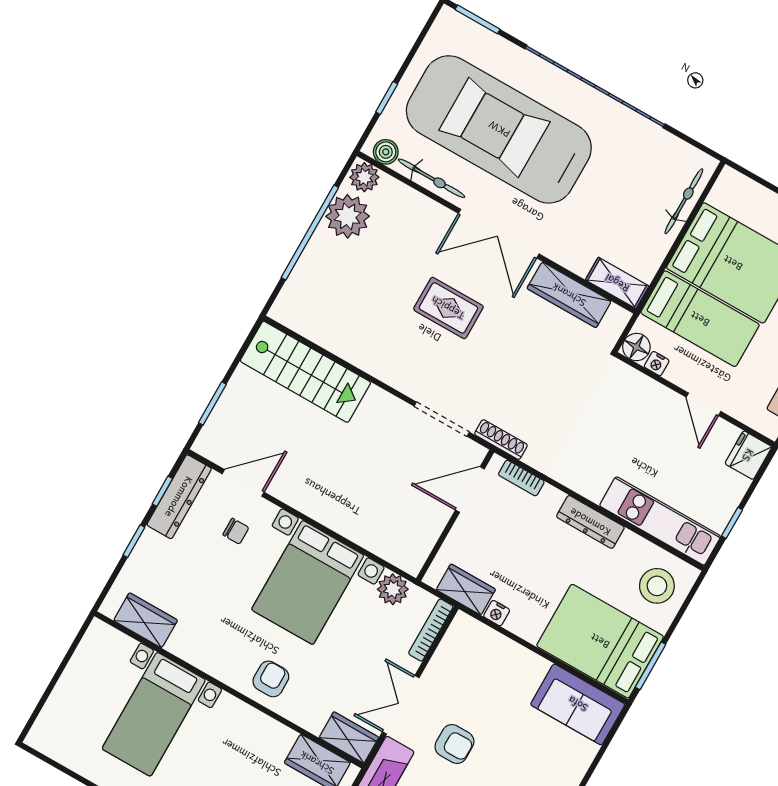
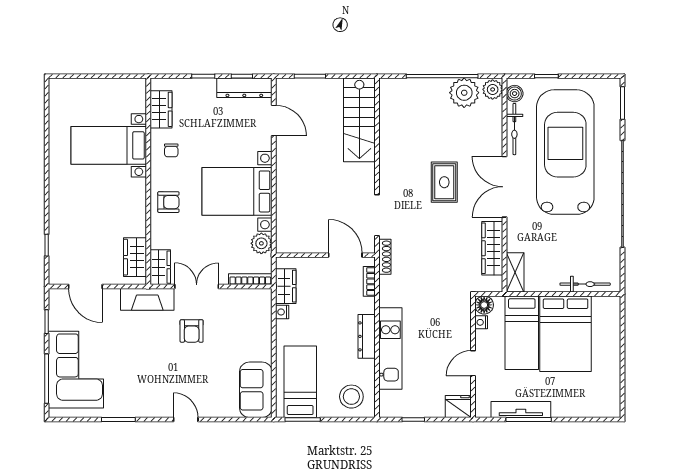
kitchen unit: (660, 521) -> (390, 349), moved
chair: (236, 531) -> (171, 150), moved
bed: (600, 641) -> (300, 382), width x0.67

